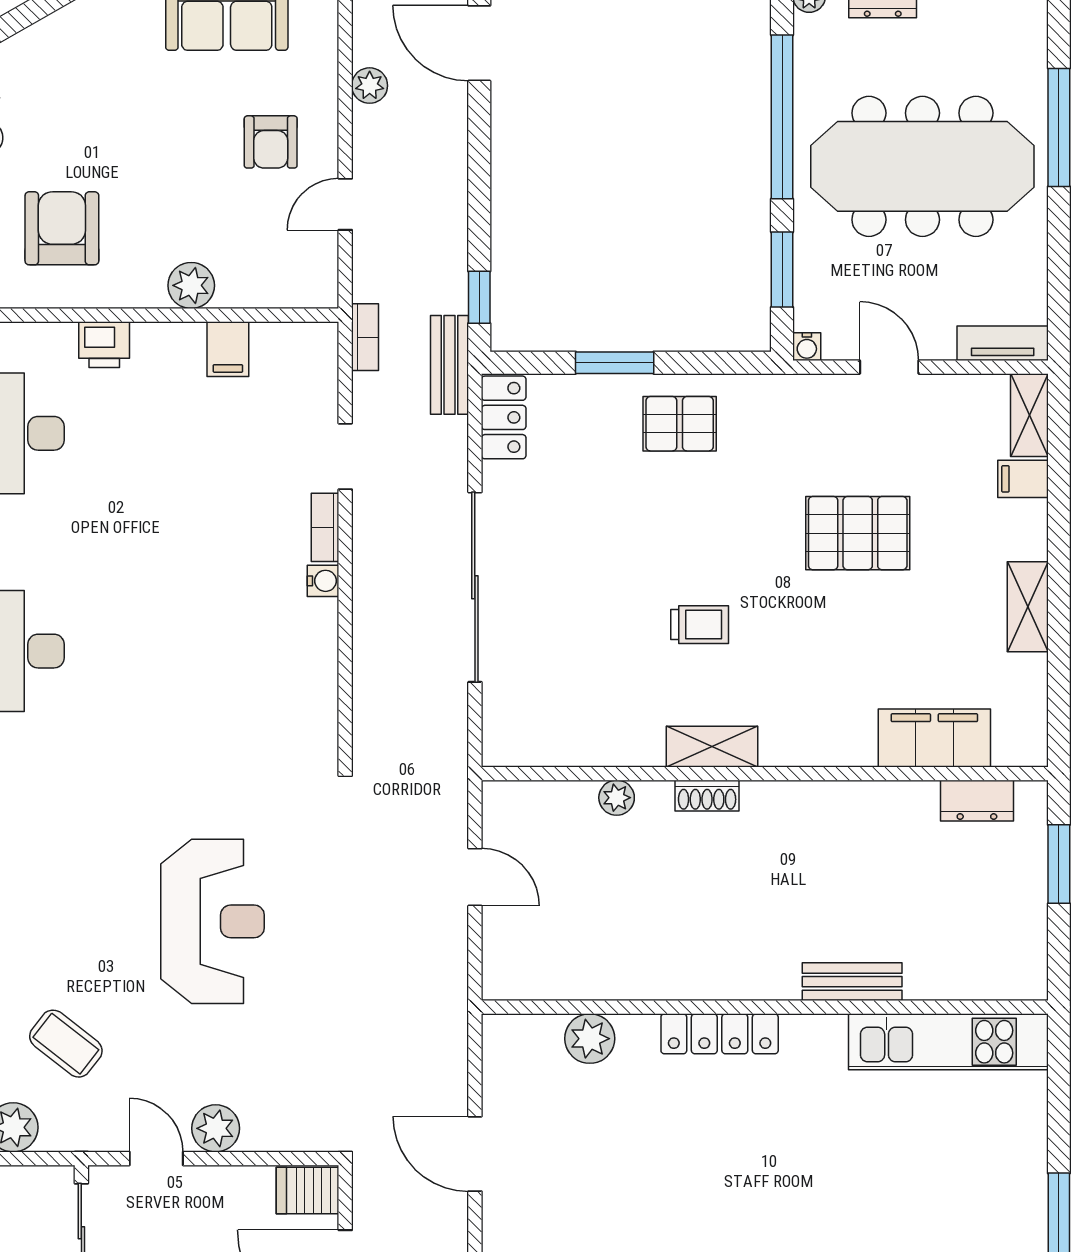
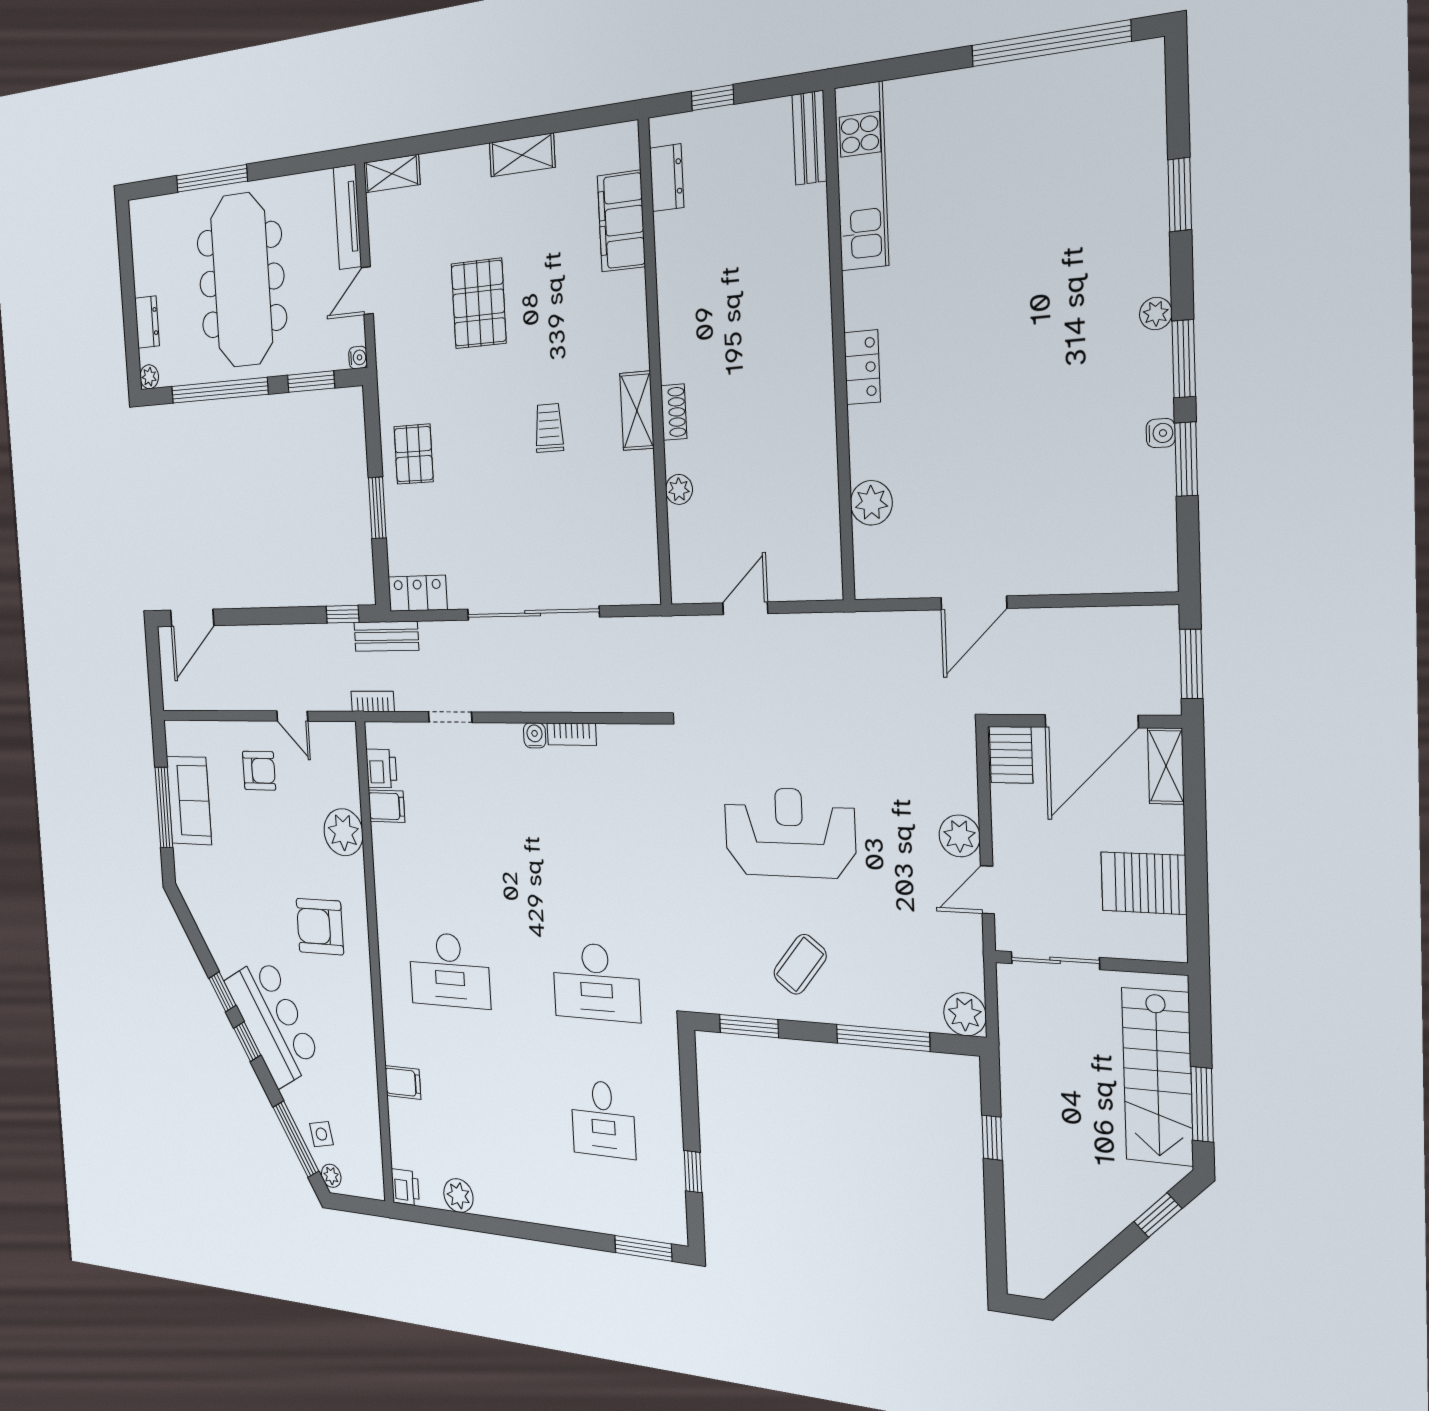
plant: (370, 86) -> (222, 698), removed
plant: (191, 285) -> (343, 832), width x1.36, depth x1.36
tv unit: (1003, 343) -> (347, 217), width x1.41
printer: (104, 345) -> (381, 769), moved
filing cabinet: (1023, 479) -> (434, 172), removed
bookcase: (325, 527) -> (572, 734), moved
window: (1059, 864) -> (713, 98), width x0.67
bench: (852, 982) -> (810, 138), moved
locker: (720, 1034) -> (862, 367), width x0.66
coffee table: (66, 1044) -> (800, 964), moved

